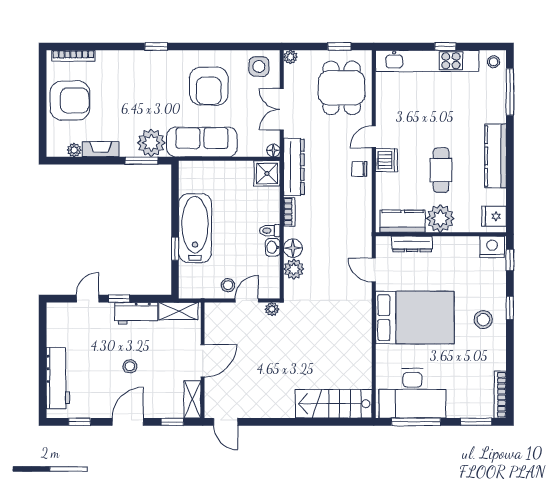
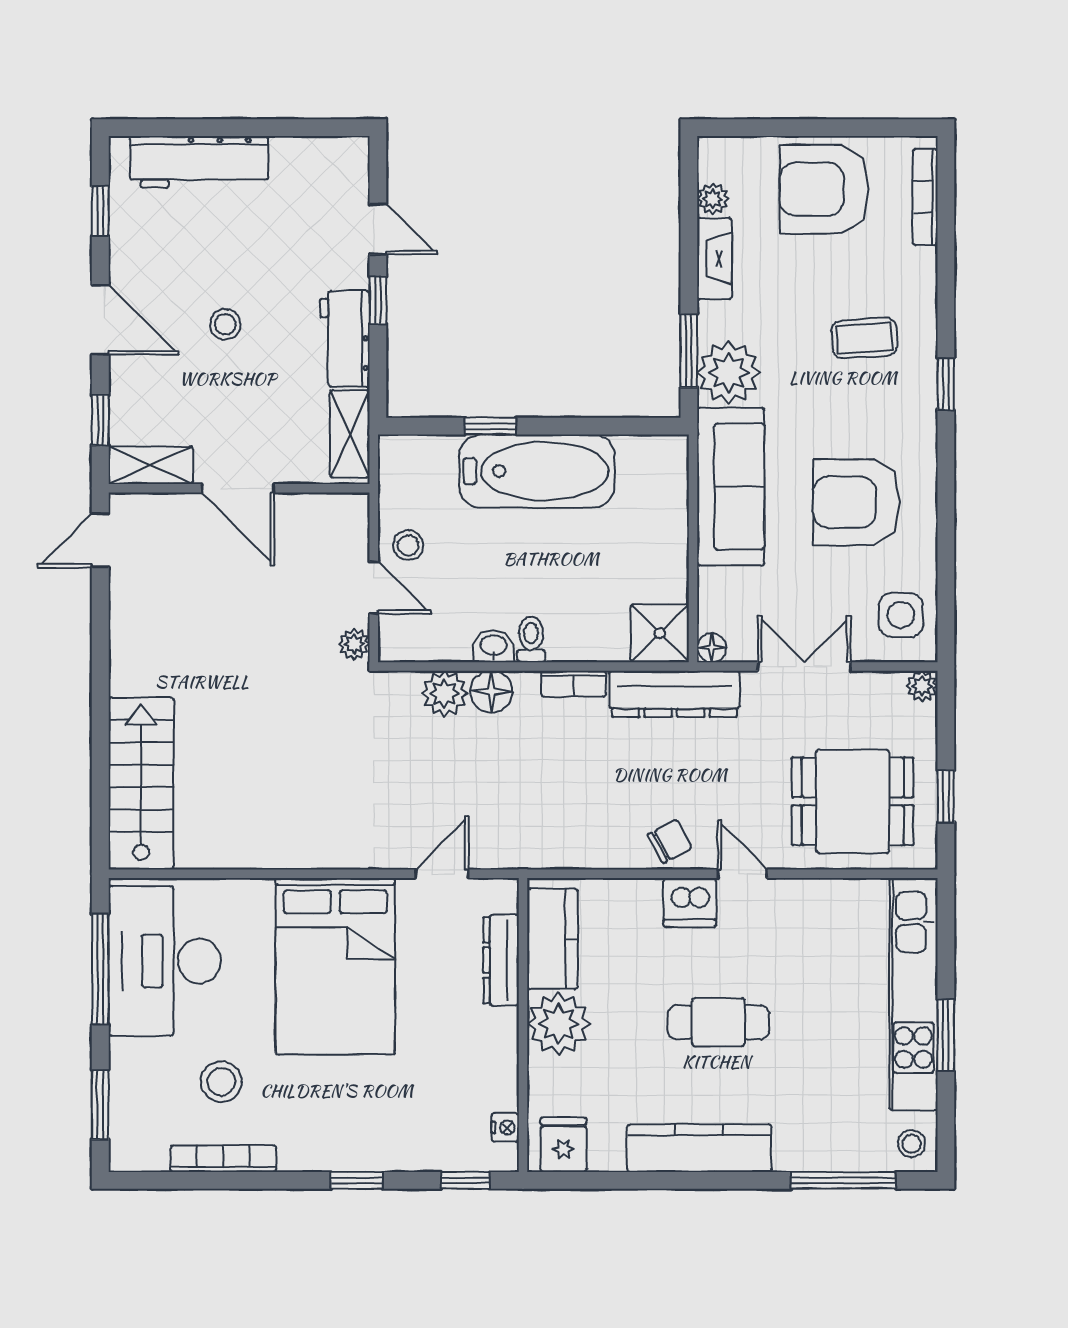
window: (445, 47) -> (946, 1035), width x1.50
coffee table: (136, 83) -> (865, 338), added
armchair: (70, 101) -> (824, 189), turned 90
chair: (359, 169) -> (670, 841), turned 62
cafe table: (441, 170) -> (718, 1022), moved
nightstand: (492, 247) -> (505, 1127), width x0.53, depth x0.56
stool: (483, 320) -> (221, 1082), moved
bookcase: (500, 395) -> (223, 1159), moved

